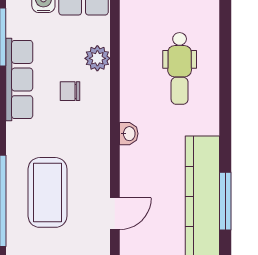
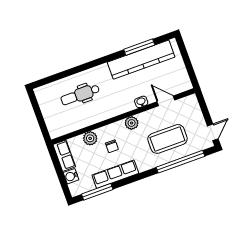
dental chair: (180, 68) -> (80, 95), turned 180
washbasin: (129, 134) -> (141, 102), moved
plant: (98, 140) -> (132, 123), added

